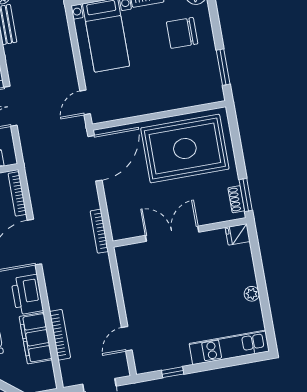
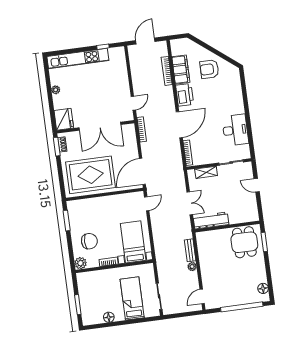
double door: (172, 234) -> (100, 126), width x1.36
fridge: (238, 234) -> (64, 119), width x1.88, depth x1.34
door: (127, 339) -> (133, 103), moved
kitchen unit: (229, 347) -> (78, 59), width x1.36

